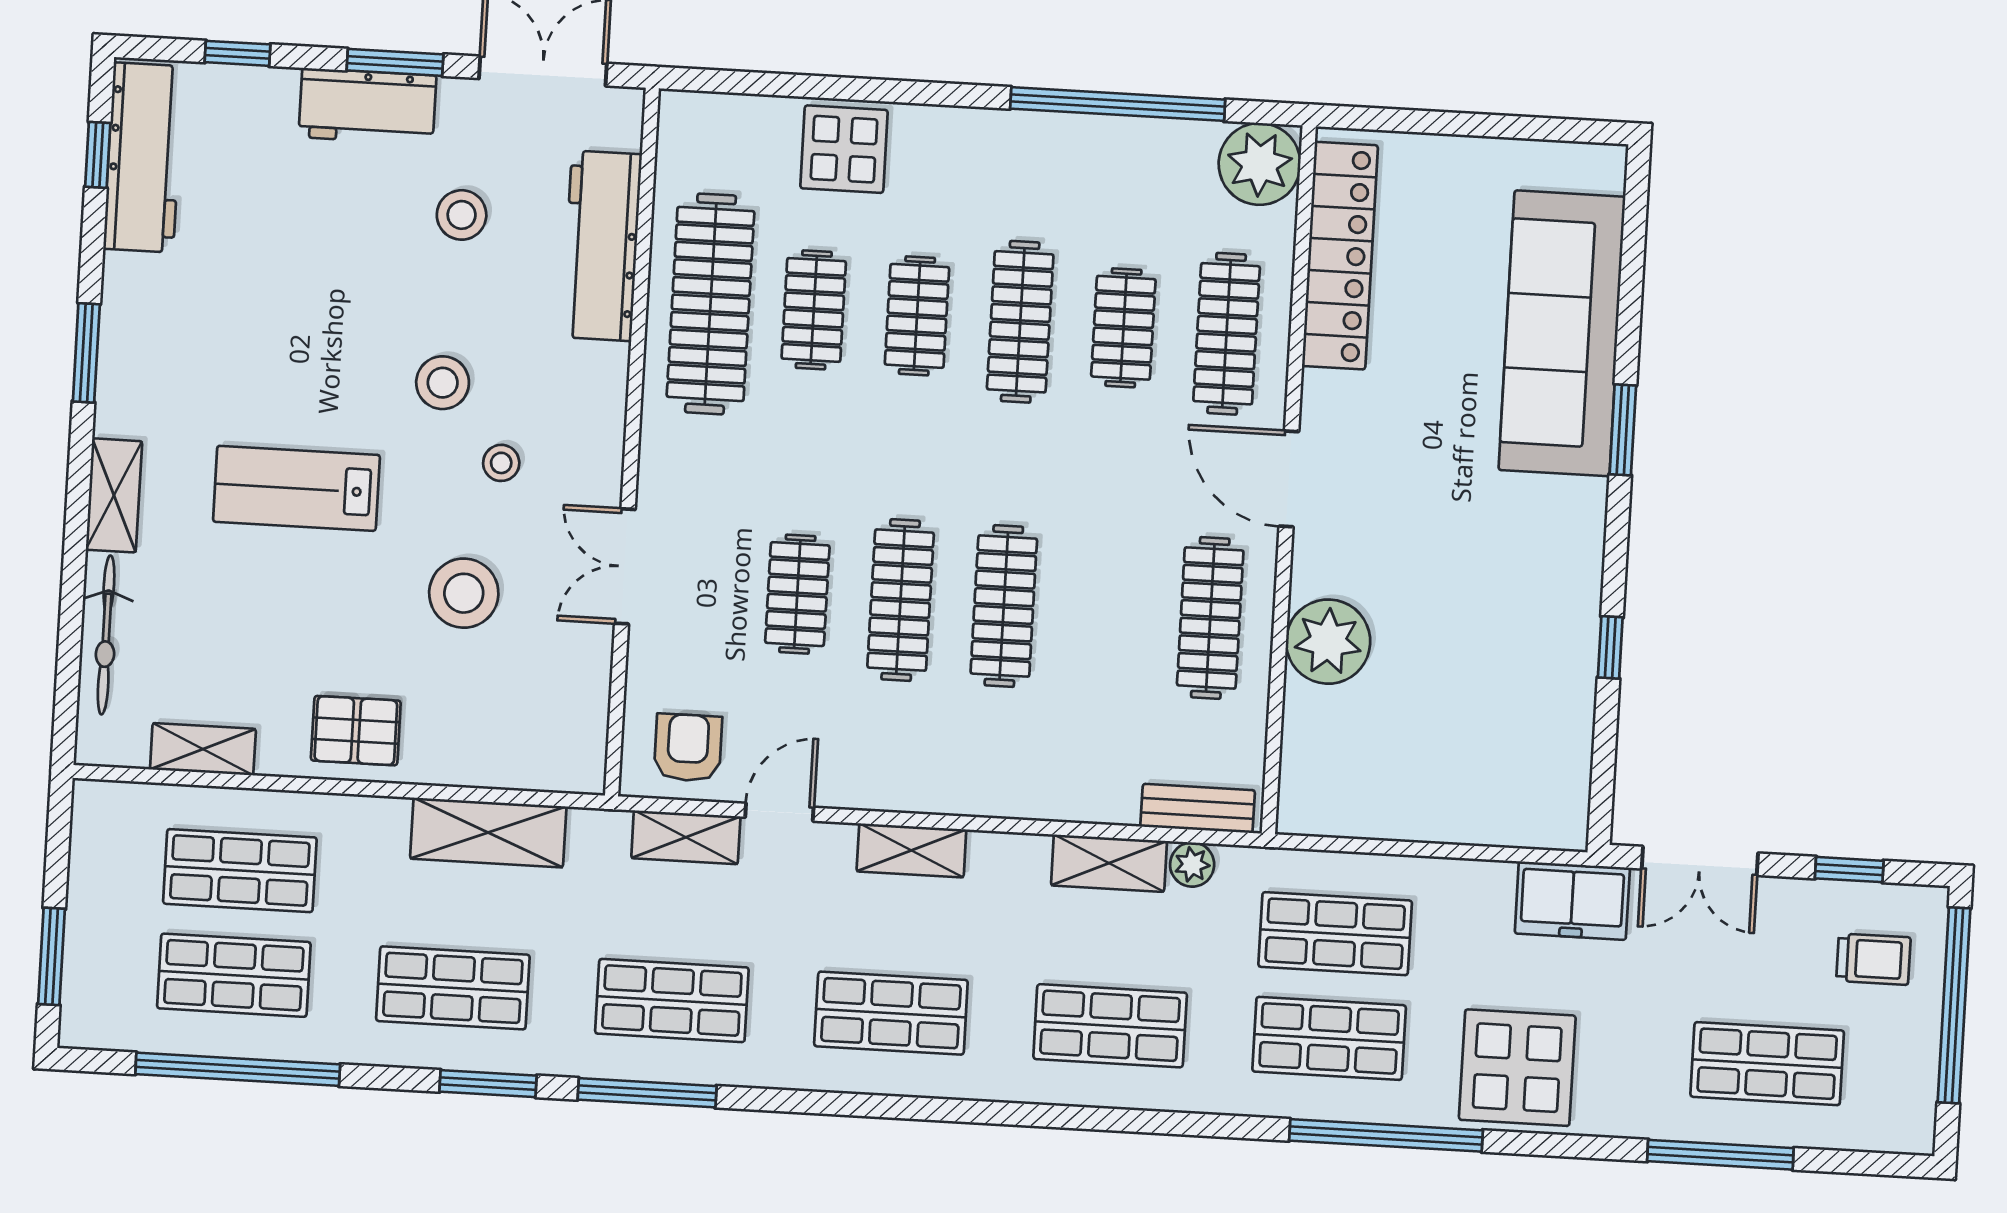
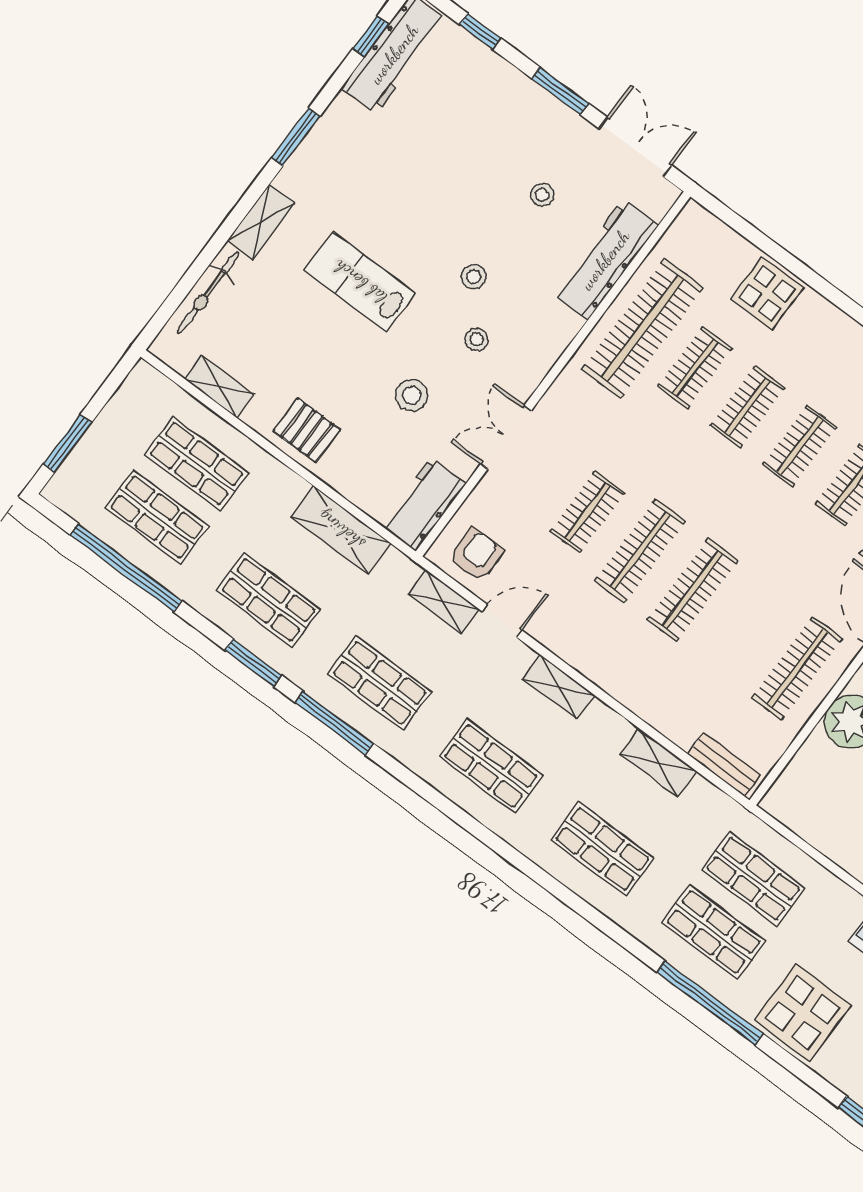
workbench: (367, 106) -> (423, 504), moved, turned 90
stool: (462, 215) -> (542, 195), width x0.73, depth x0.73
clothes rail: (1020, 322) -> (800, 446), width x0.73
stool: (443, 383) -> (474, 277), width x0.73, depth x0.73
stool: (464, 593) -> (412, 395), width x0.73, depth x0.73
plant: (1192, 865) -> (702, 792), removed

